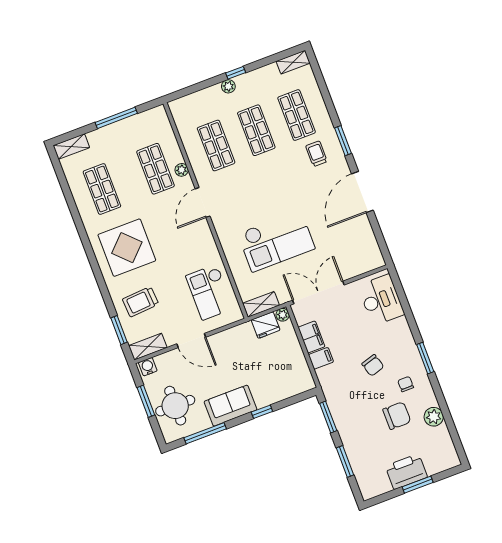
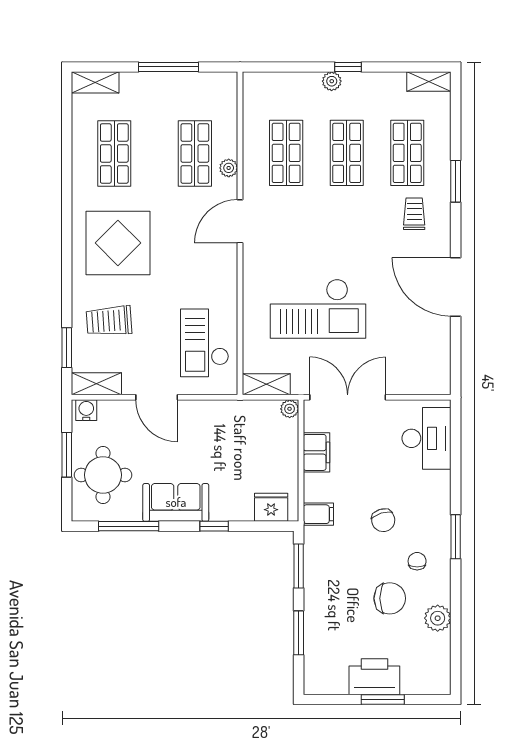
window: (343, 141) -> (456, 181), moved
door: (362, 192) -> (456, 287), hinge flipped
fridge: (266, 325) -> (271, 507), moved, turned 180
filing cabinet: (321, 358) -> (318, 514), moved

